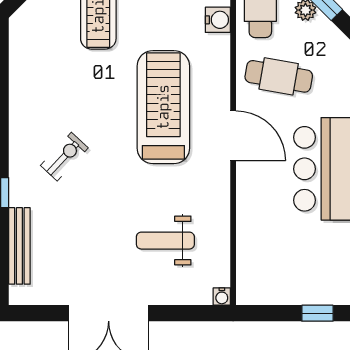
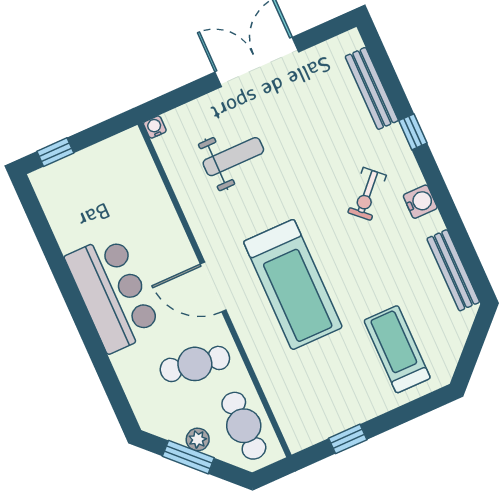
water cooler: (218, 20) -> (420, 202), moved, turned 180
bench: (19, 57) -> (453, 270), added

